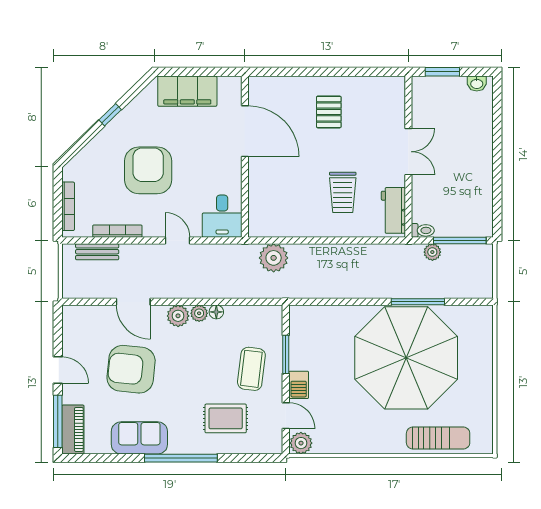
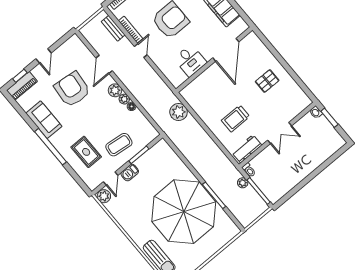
washbasin: (477, 83) -> (316, 112), moved
desk: (222, 216) -> (190, 61), moved, turned -90
door: (178, 240) -> (141, 51), moved
window: (58, 421) -> (20, 76), width x0.46

